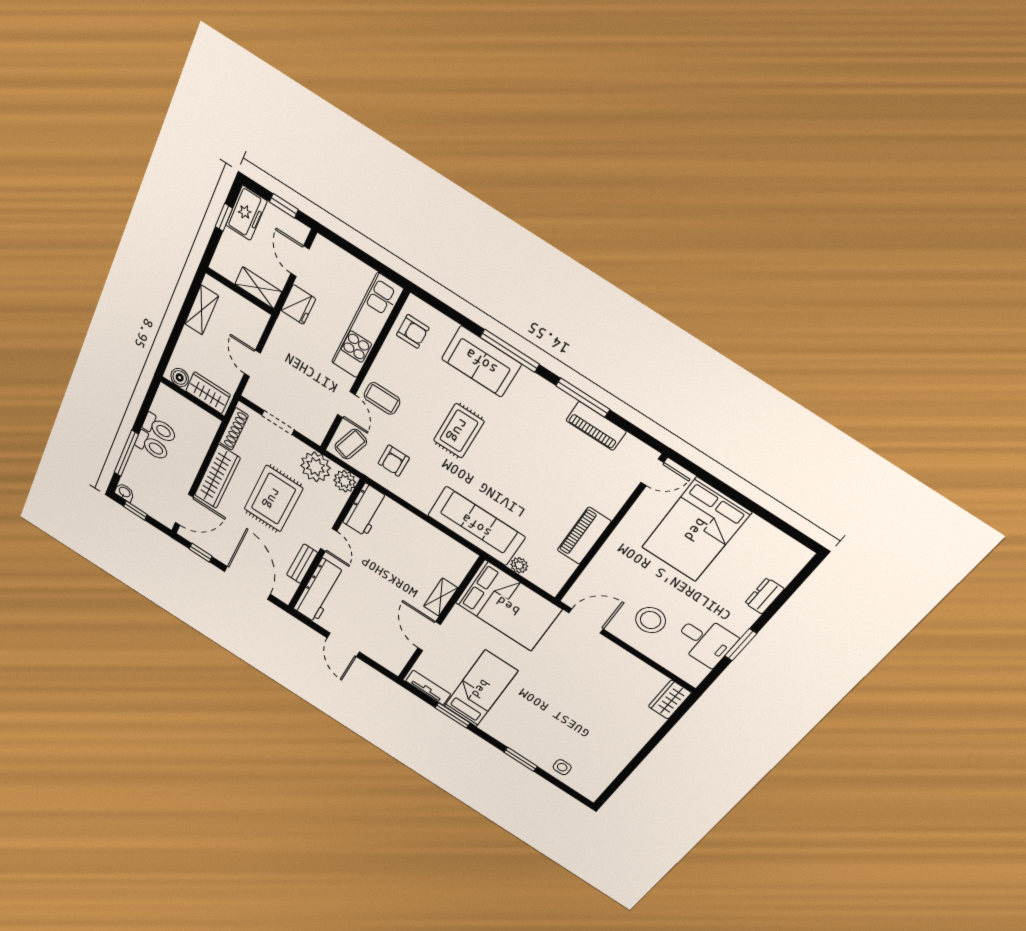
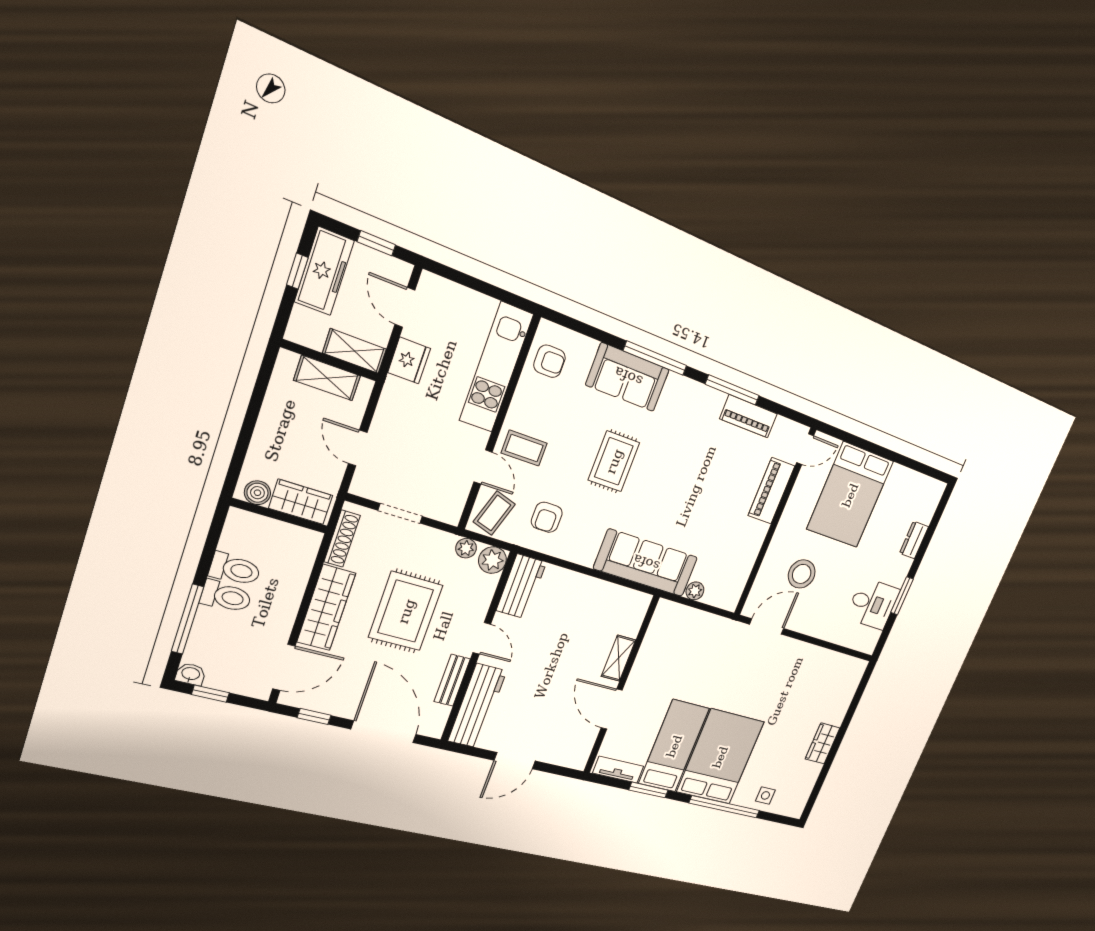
freezer: (246, 213) -> (324, 271), width x1.40
shelving: (202, 310) -> (327, 378), moved, turned 90
plant: (315, 467) -> (466, 548), width x0.53, depth x0.53
piano: (584, 536) -> (771, 491), moved
bed: (508, 606) -> (720, 757), moved, turned -90
stool: (651, 620) -> (802, 574), moved
door: (343, 645) -> (515, 761), hinge flipped
wardrobe: (670, 700) -> (823, 743), moved
window: (521, 759) -> (724, 807), width x2.11

